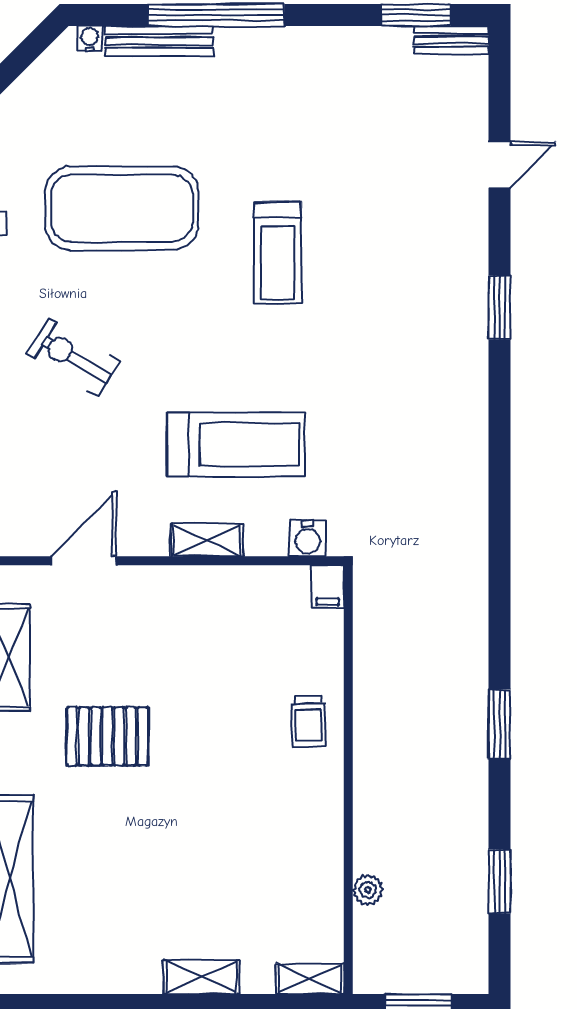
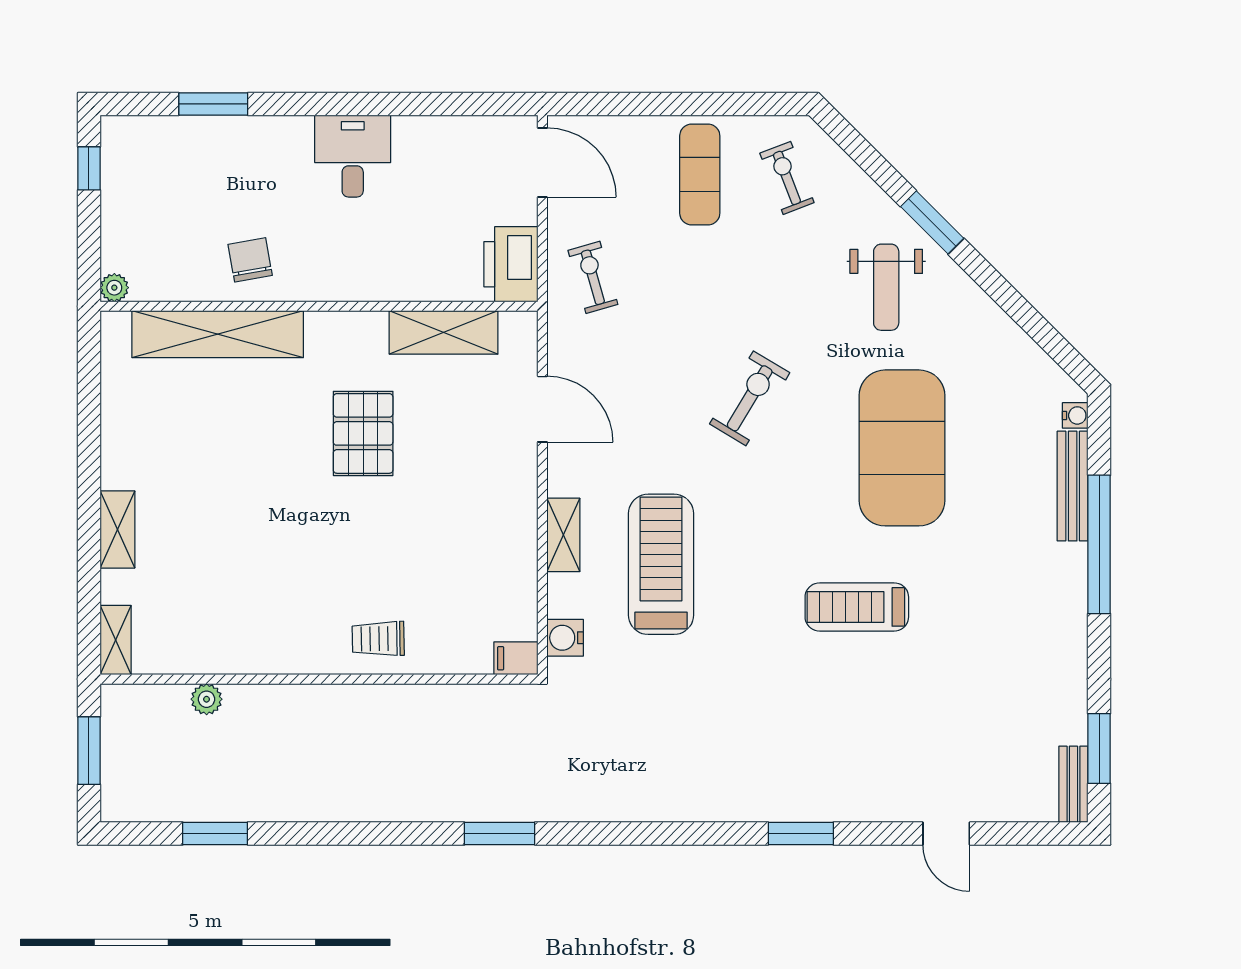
treadmill: (236, 444) -> (661, 564), turned 180
window: (499, 724) -> (500, 833), moved

